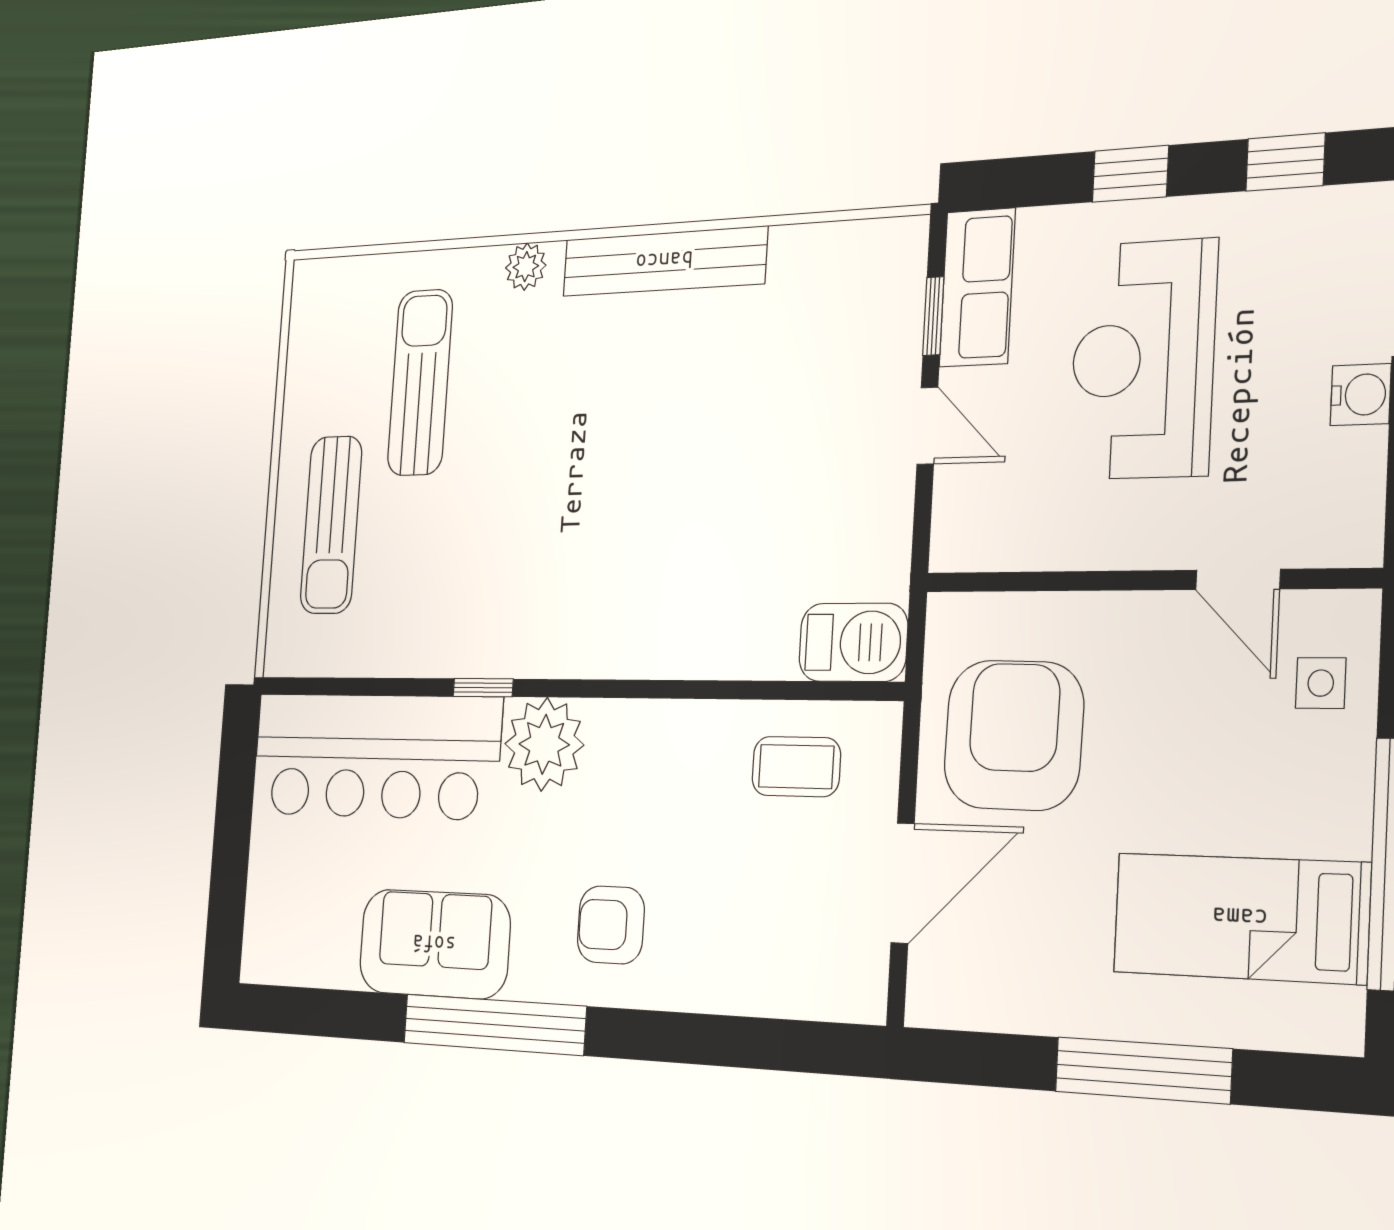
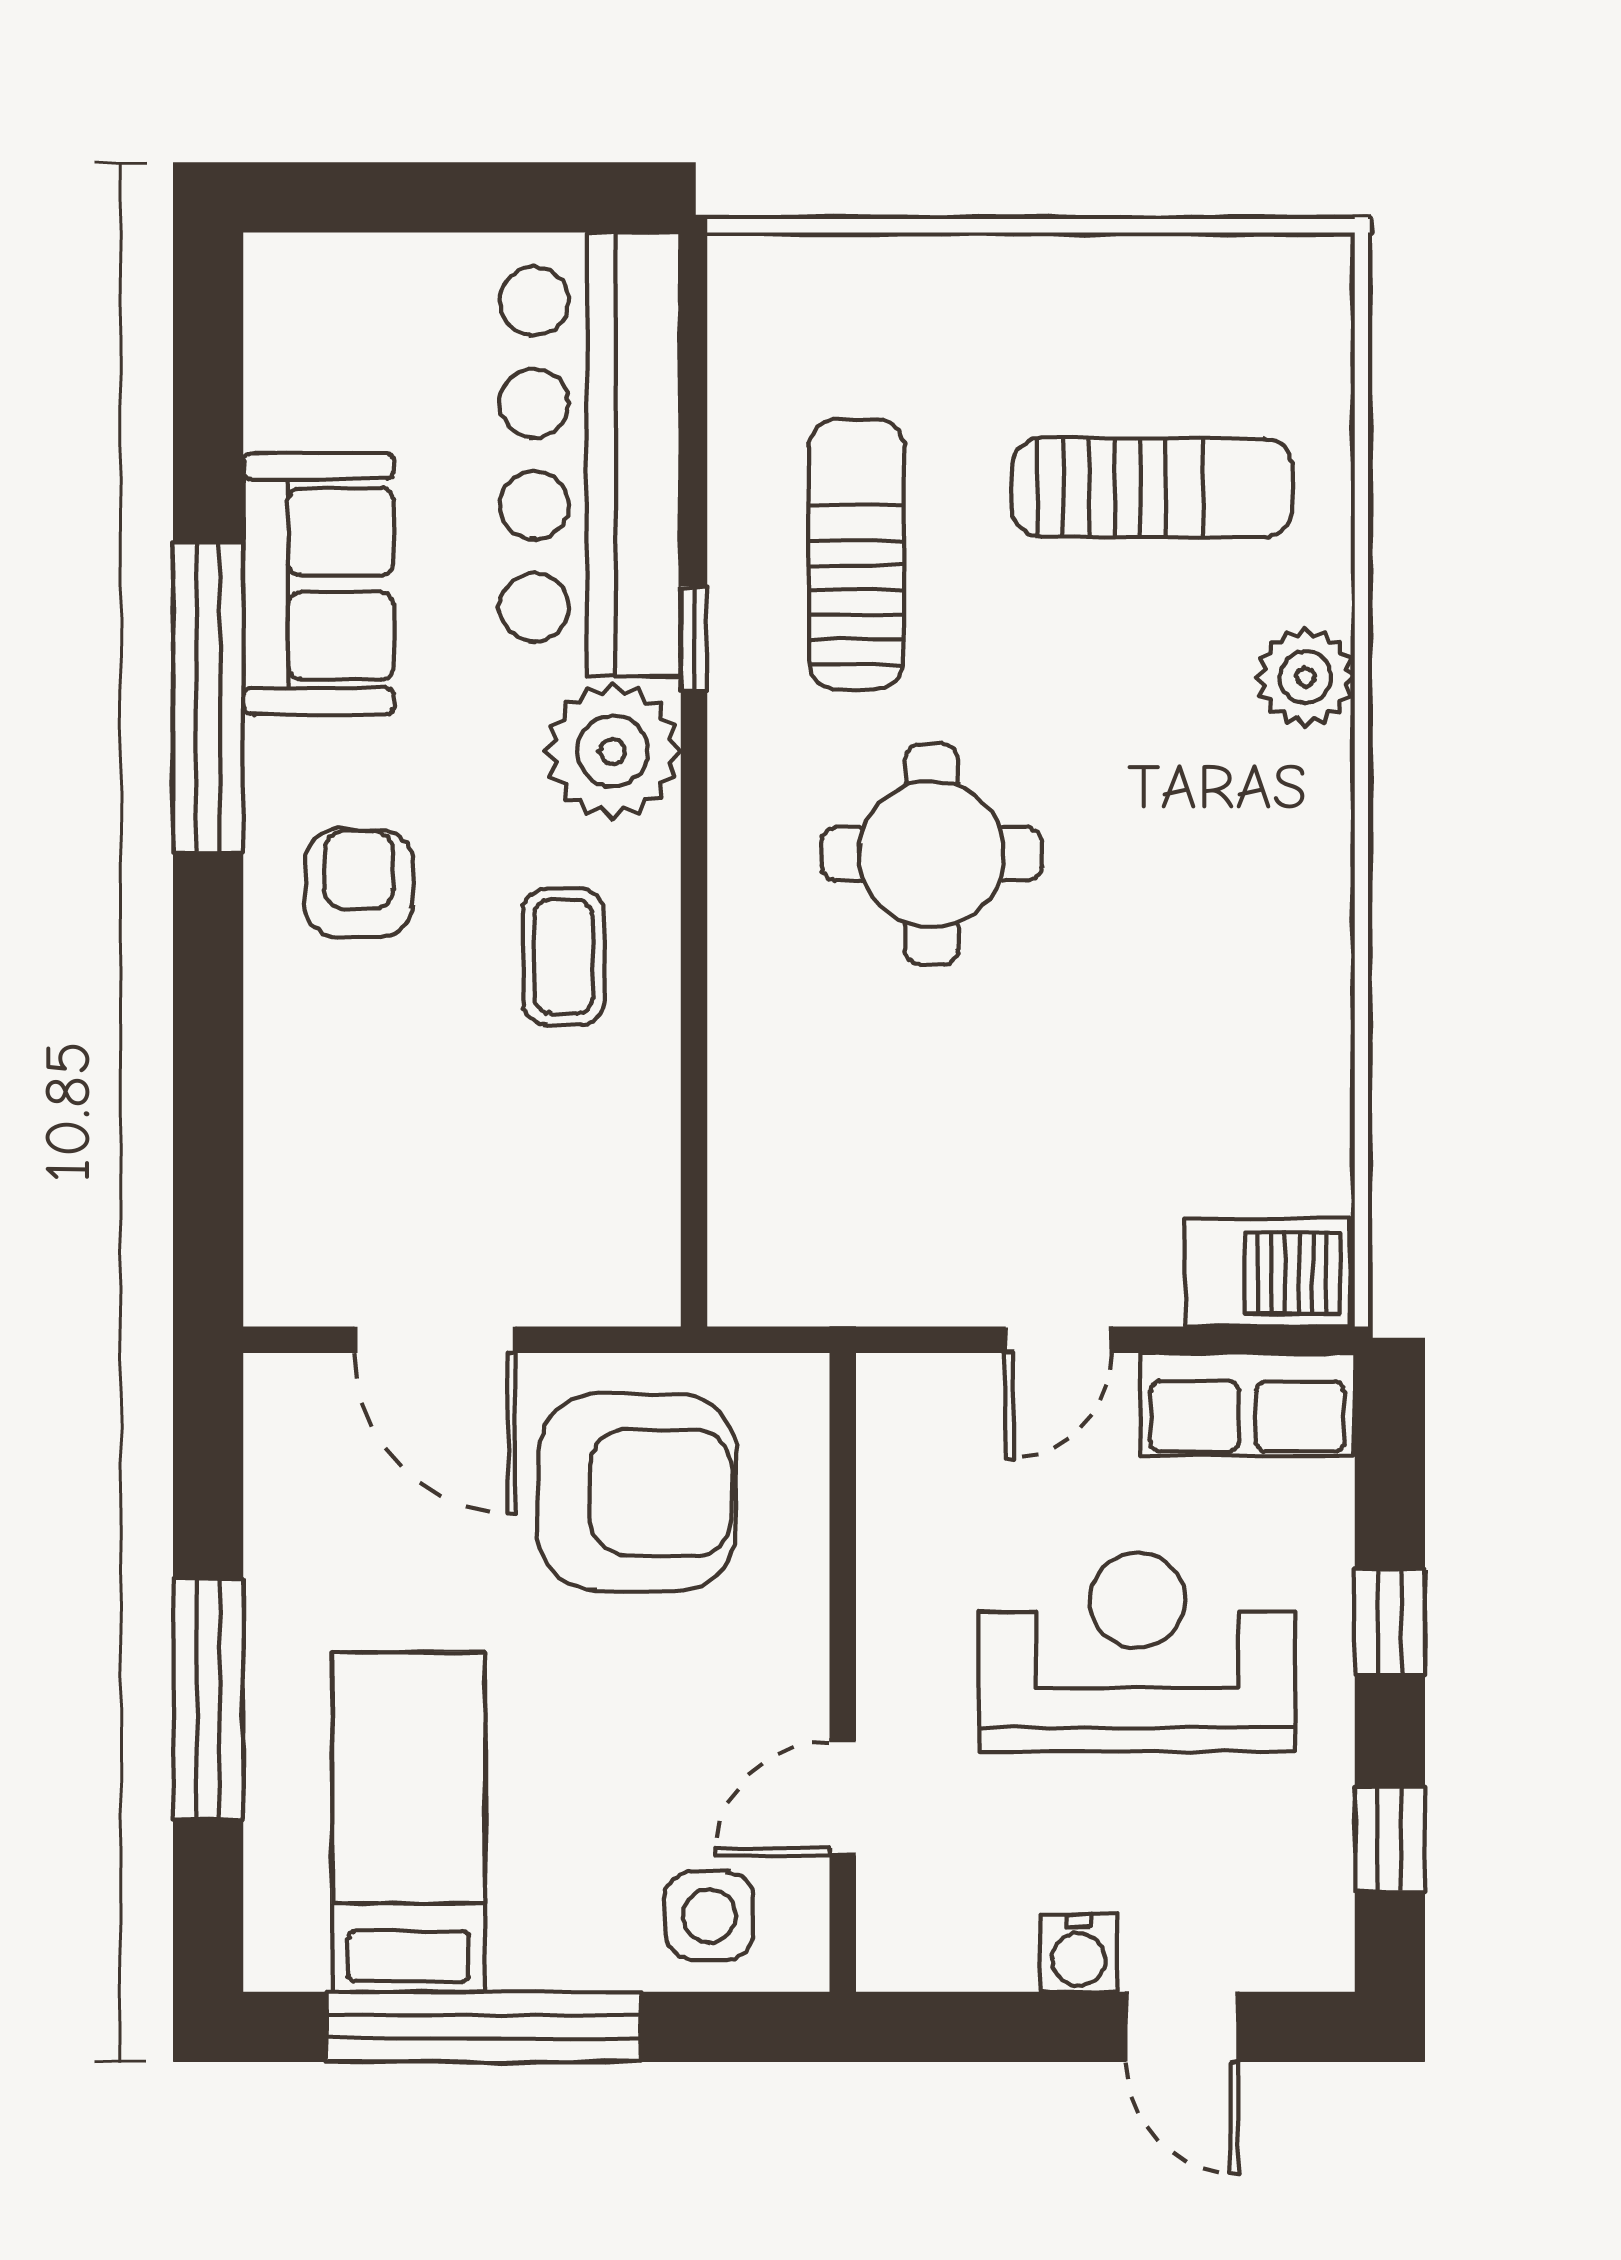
bench: (664, 261) -> (1313, 902), removed
plant: (526, 267) -> (1306, 677), width x1.38, depth x1.38
window: (933, 316) -> (1211, 1340), removed
round table: (619, 524) -> (931, 854), added
sun lounger: (331, 525) -> (856, 554), moved, turned 90
barbecue: (853, 642) -> (1267, 1273), moved, turned -90
side table: (1321, 683) -> (709, 1916), width x1.37, depth x1.37
coffee table: (796, 767) -> (563, 957), moved

